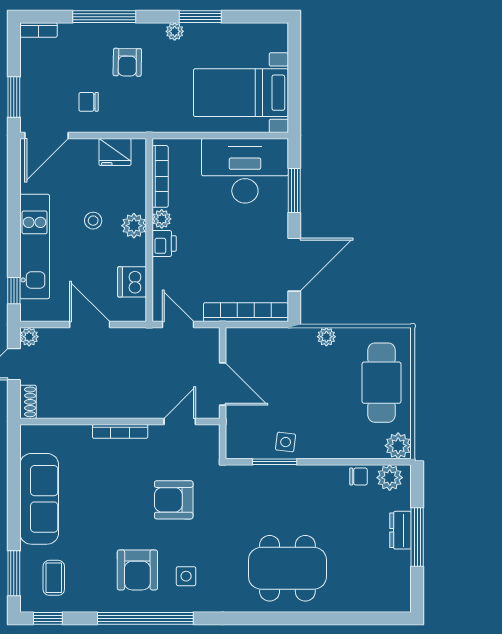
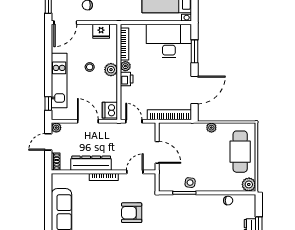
dishwasher: (132, 282) -> (110, 110), moved
dresser: (96, 405) -> (91, 163), added
plant: (390, 478) -> (244, 201), removed

